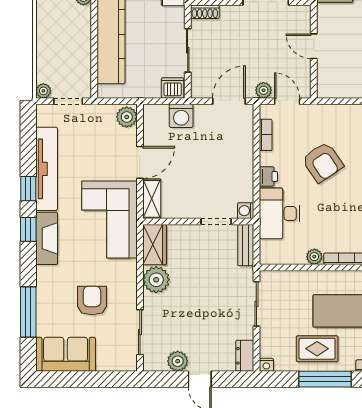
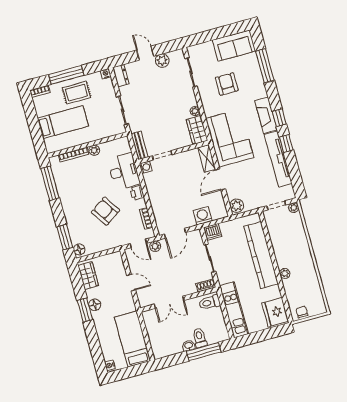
plant: (156, 280) -> (195, 111), width x0.53, depth x0.53
armchair: (92, 301) -> (227, 84), turned 180

